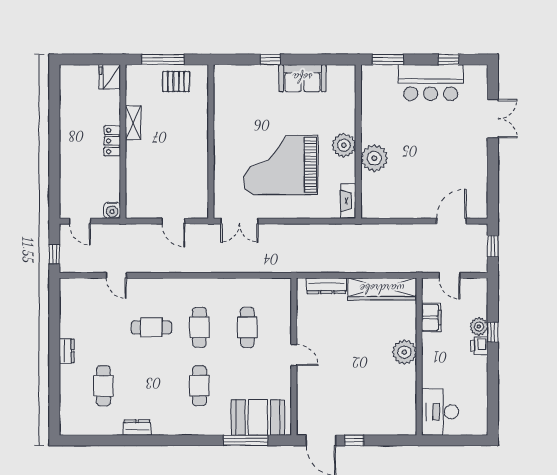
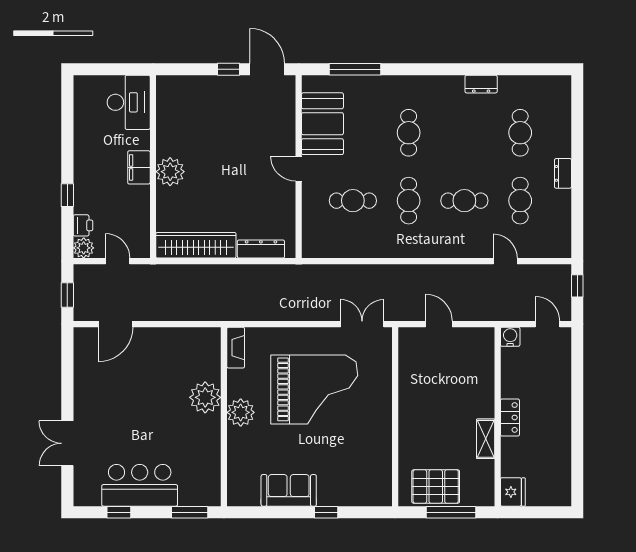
pallet: (176, 82) -> (436, 486), width x1.50, depth x1.42
filing cabinet: (431, 317) -> (139, 167), moved
cafe table: (103, 327) -> (520, 201), added
cafe table: (247, 327) -> (353, 201), turned 90
plant: (479, 327) -> (84, 248), moved
printer: (479, 346) -> (83, 225), moved
booth: (258, 417) -> (322, 124), moved, turned 90

